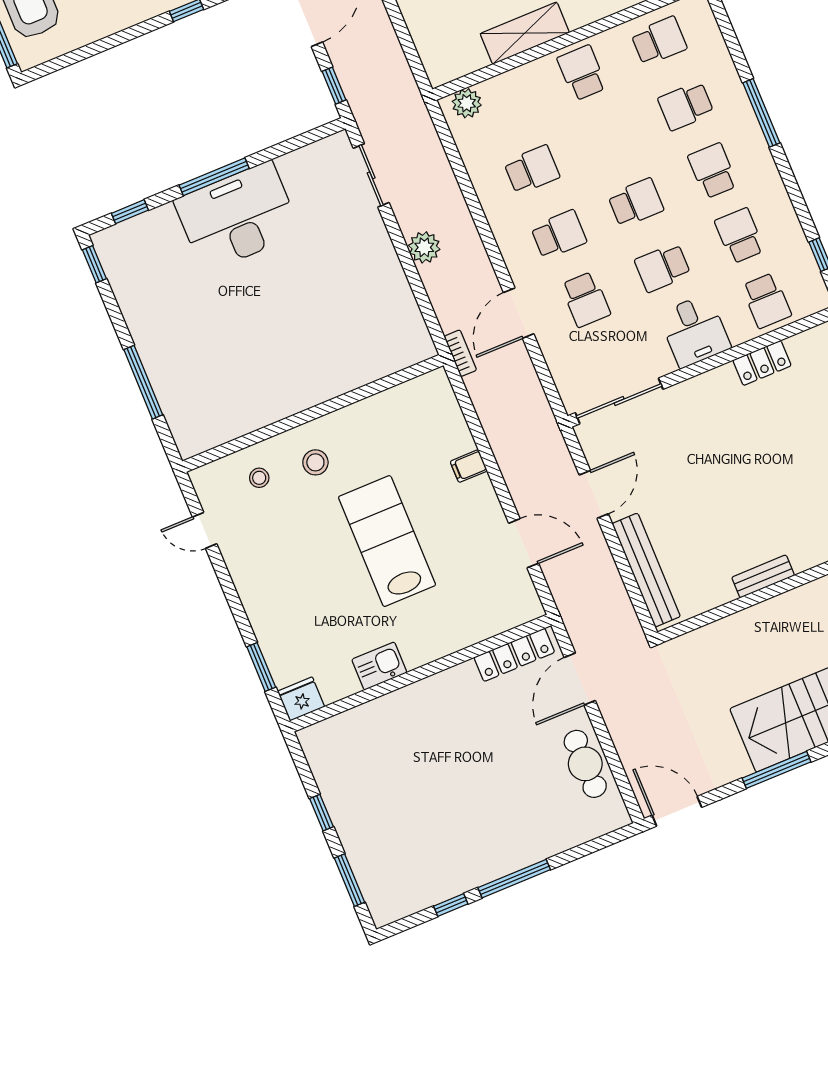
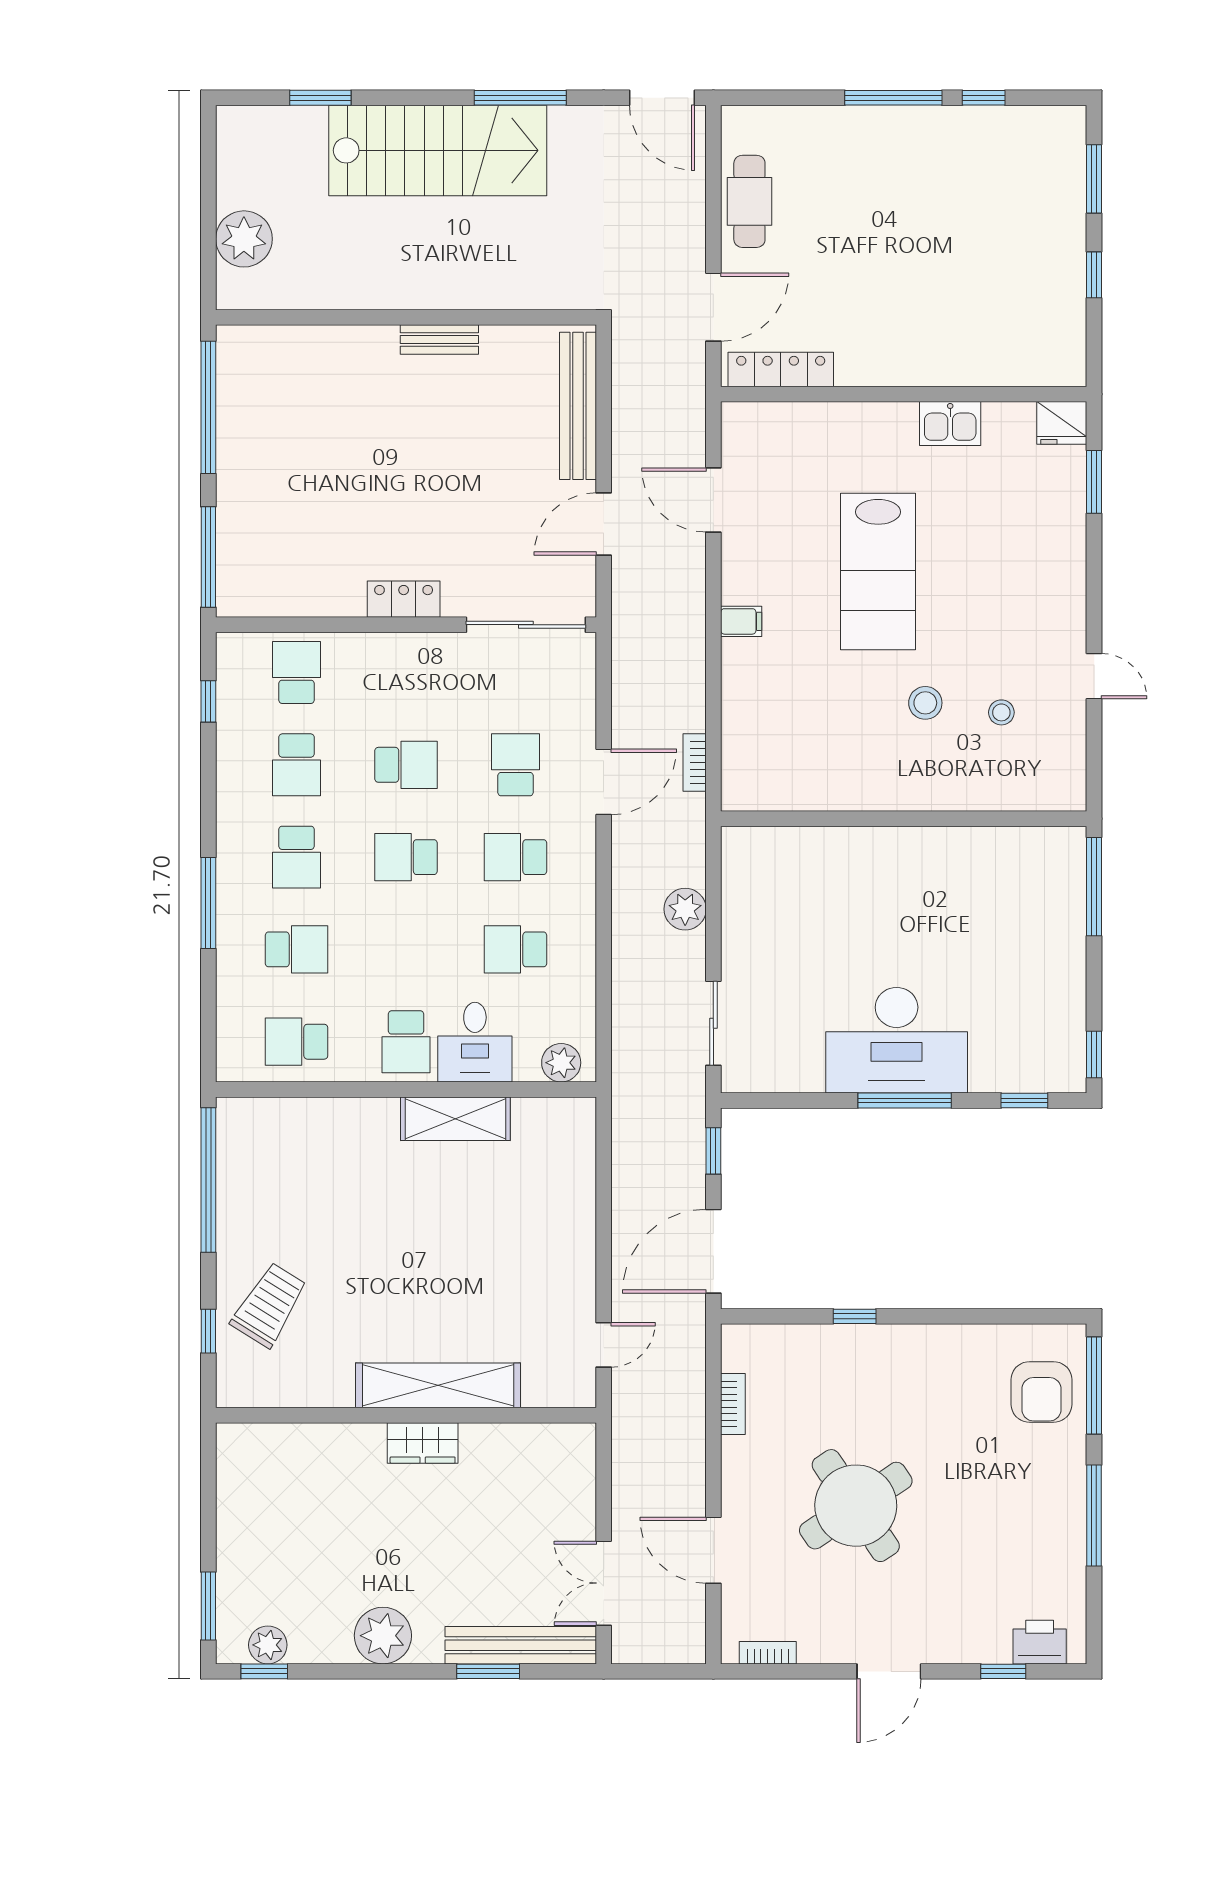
desk: (695, 331) -> (475, 1042), moved, turned 180
locker: (762, 363) -> (404, 599), moved
wall: (313, 413) -> (904, 819), moved

